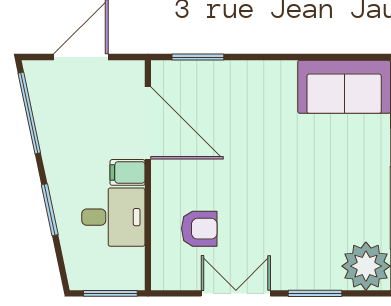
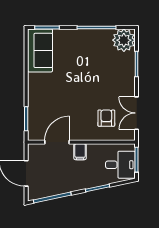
door: (148, 123) -> (57, 142), width x0.73
desk: (113, 217) -> (120, 165), moved, turned 90
double door: (236, 293) -> (137, 113), moved

